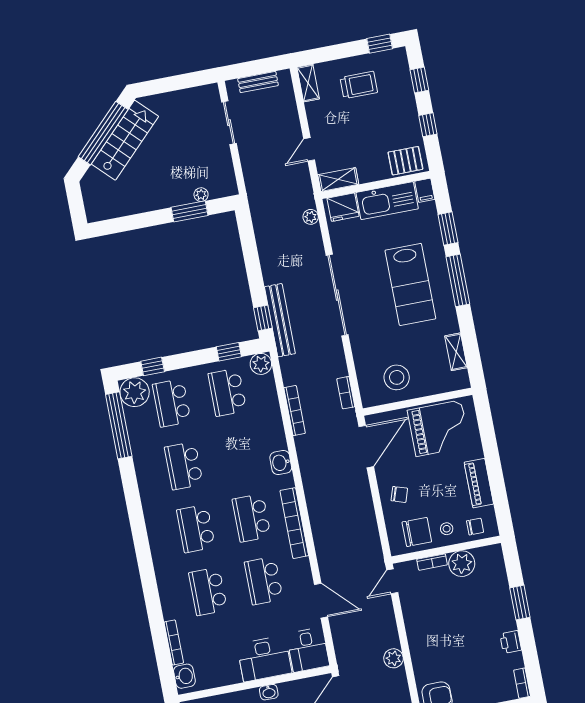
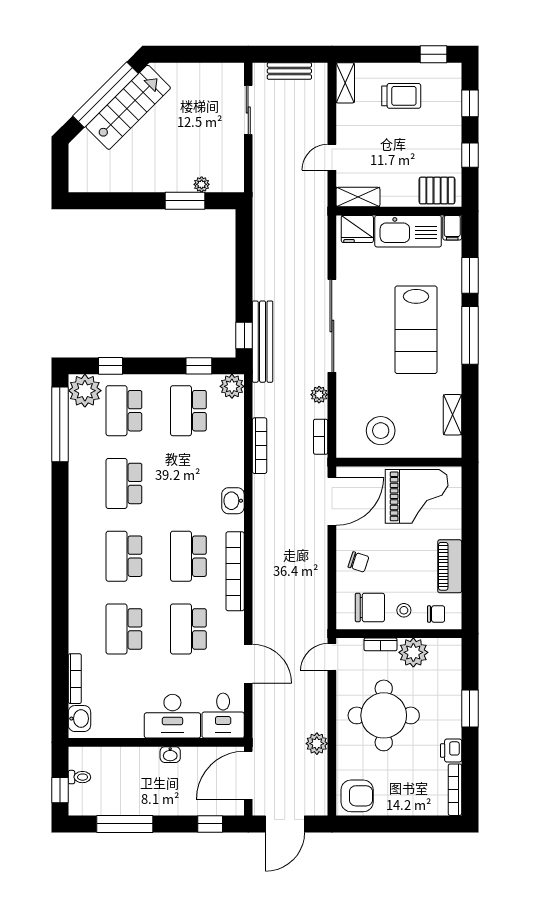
plant: (311, 217) -> (319, 395), moved
round table: (447, 623) -> (384, 715), added
bookcase: (522, 683) -> (455, 790), width x1.56

